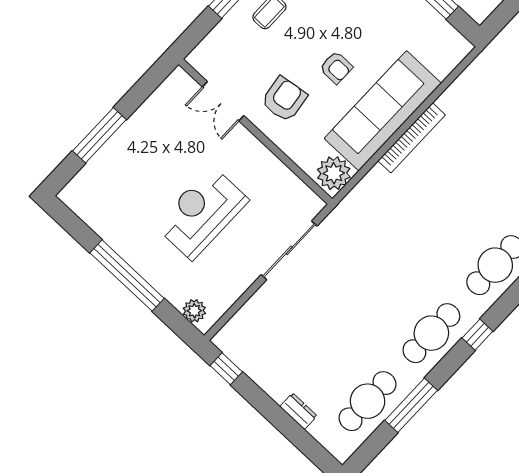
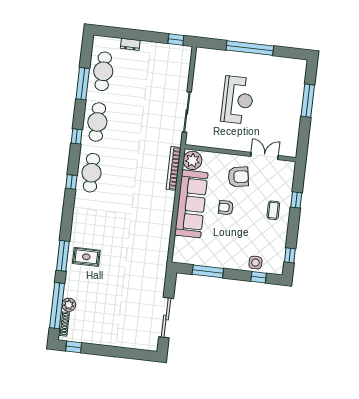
armchair: (284, 99) -> (238, 177), turned -91
bookcase: (412, 138) -> (174, 168), moved
plant: (194, 311) -> (209, 54), removed

